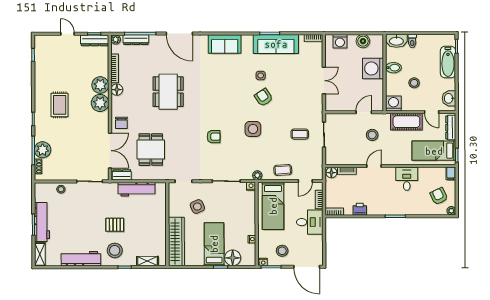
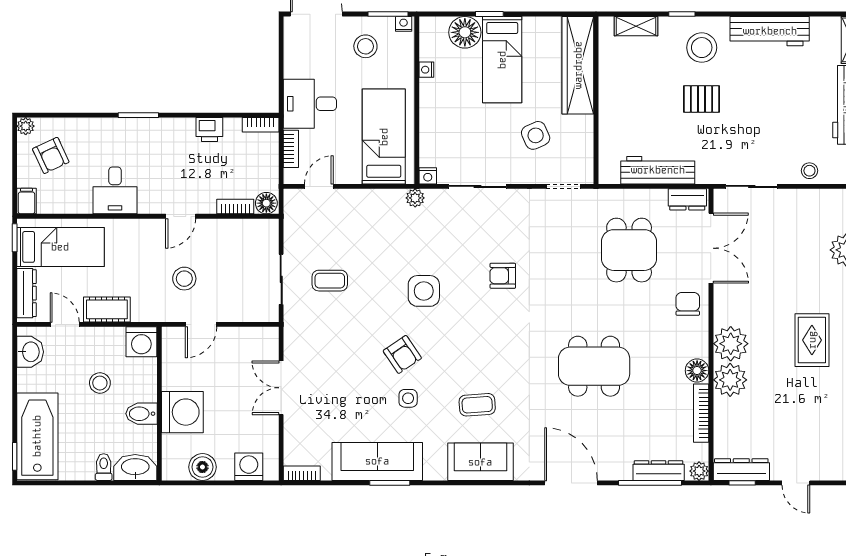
bathtub: (448, 62) -> (37, 436), width x1.36, depth x1.36
dining table: (168, 92) -> (594, 366), turned 90
cot: (406, 122) -> (107, 309), width x0.73, depth x0.75
double door: (110, 151) -> (711, 248), swing flipped
coffee table: (283, 170) -> (477, 405), moved

